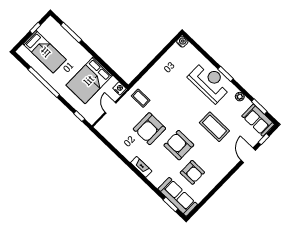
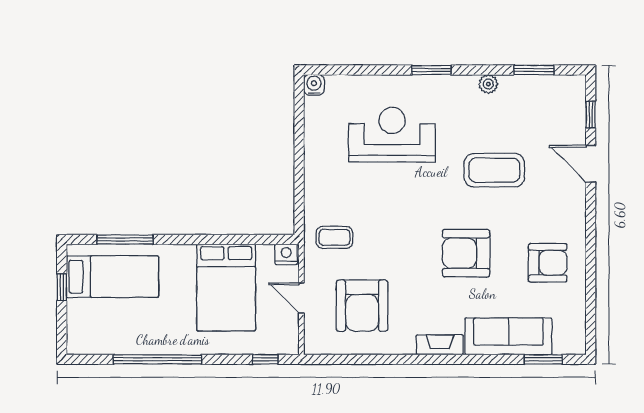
bed: (45, 52) -> (112, 277), moved
reception desk: (210, 82) -> (392, 135), moved
sofa: (258, 120) -> (553, 93), removed
armchair: (149, 129) -> (362, 306), moved
armchair: (192, 172) -> (548, 263), moved
sofa: (178, 197) -> (508, 336), moved

